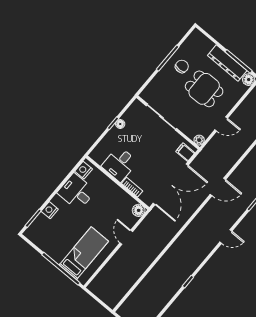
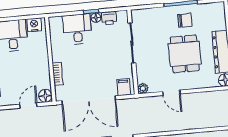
printer: (129, 116) -> (109, 18), added
desk: (120, 164) -> (77, 29), moved, turned 90
door: (126, 237) -> (28, 106), moved

